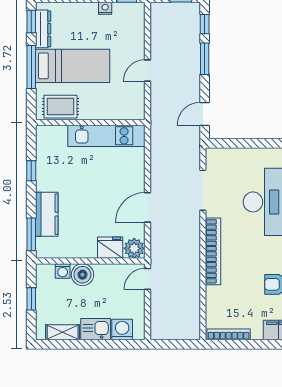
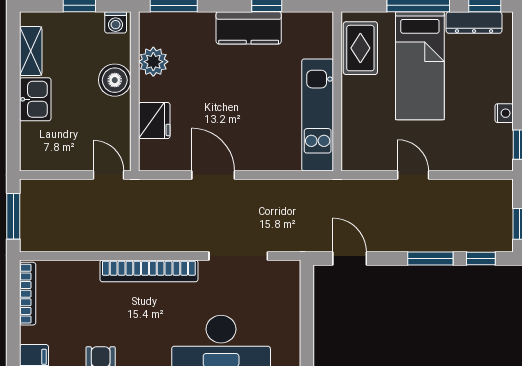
kitchen counter: (47, 214) -> (249, 28), moved
plant: (134, 248) -> (153, 62), moved
washing machine: (63, 271) -> (116, 22), moved, turned -90
washing machine: (122, 330) -> (35, 138), removed
window: (176, 344) -> (13, 216), added

